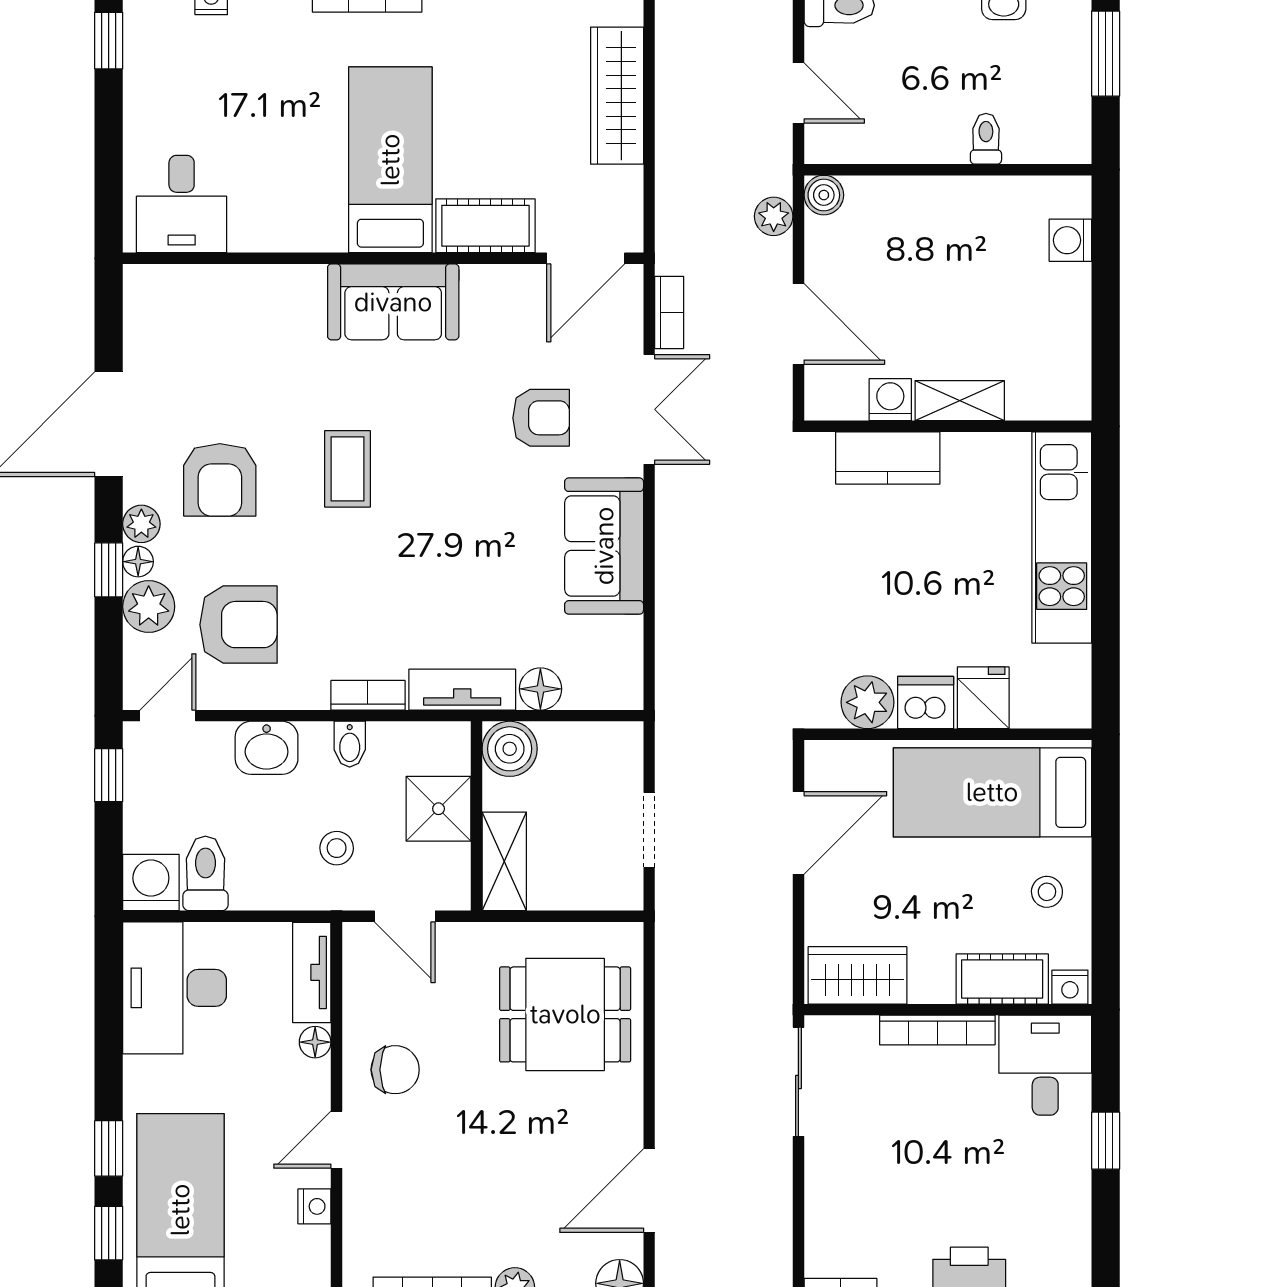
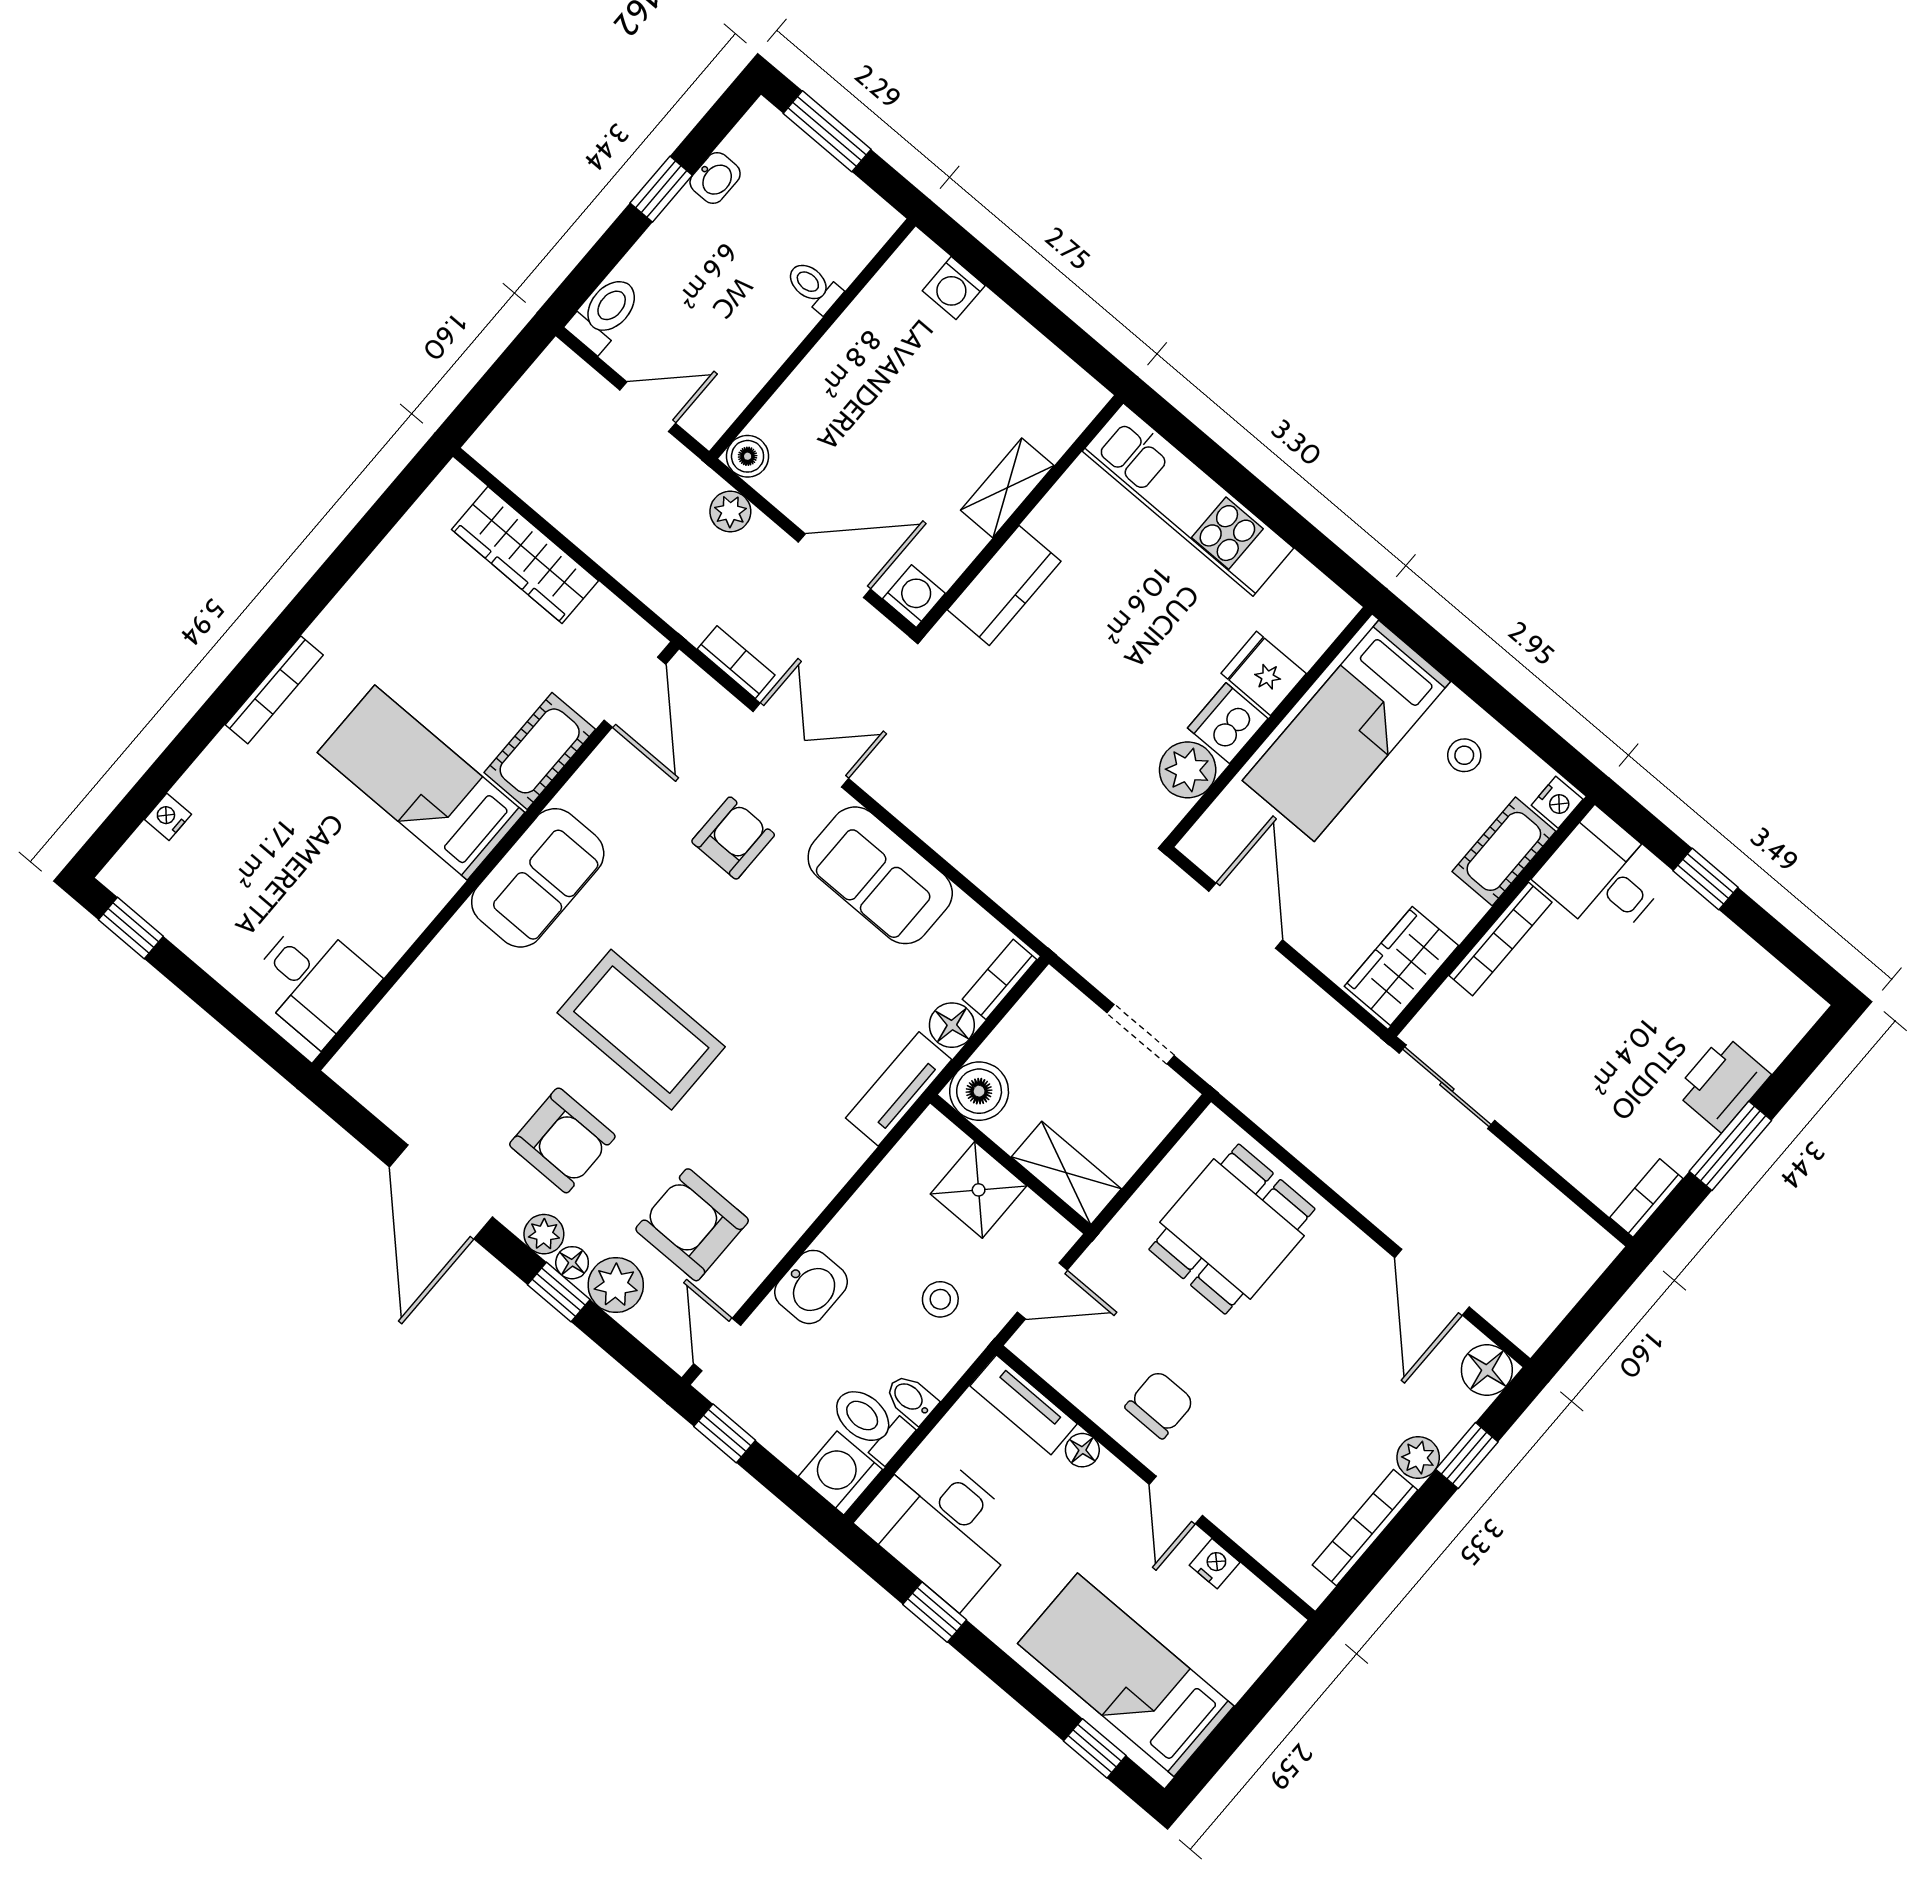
washing machine: (890, 400) -> (914, 596), moved, turned 90
coffee table: (347, 469) -> (641, 1030), width x1.86, depth x1.72
armchair: (239, 625) -> (692, 1225), turned -90
bookcase: (368, 695) -> (1000, 979), moved
bidet: (350, 744) -> (911, 1399), moved, turned 180
window: (109, 1148) -> (935, 1612), moved

